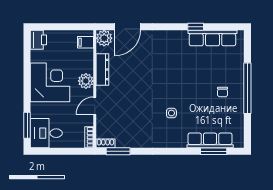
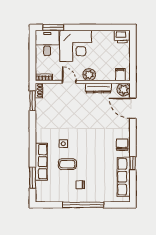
chair: (173, 40) -> (122, 145), added
corner desk: (50, 82) -> (76, 46), moved
coffee table: (197, 108) -> (67, 164), added
row of seats: (210, 140) -> (41, 162), moved

